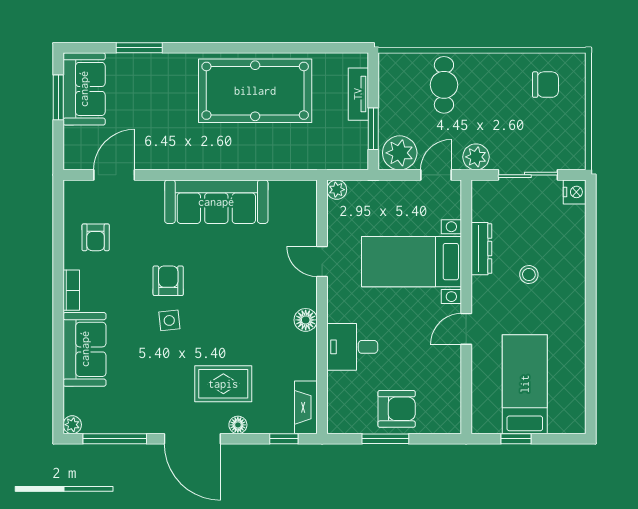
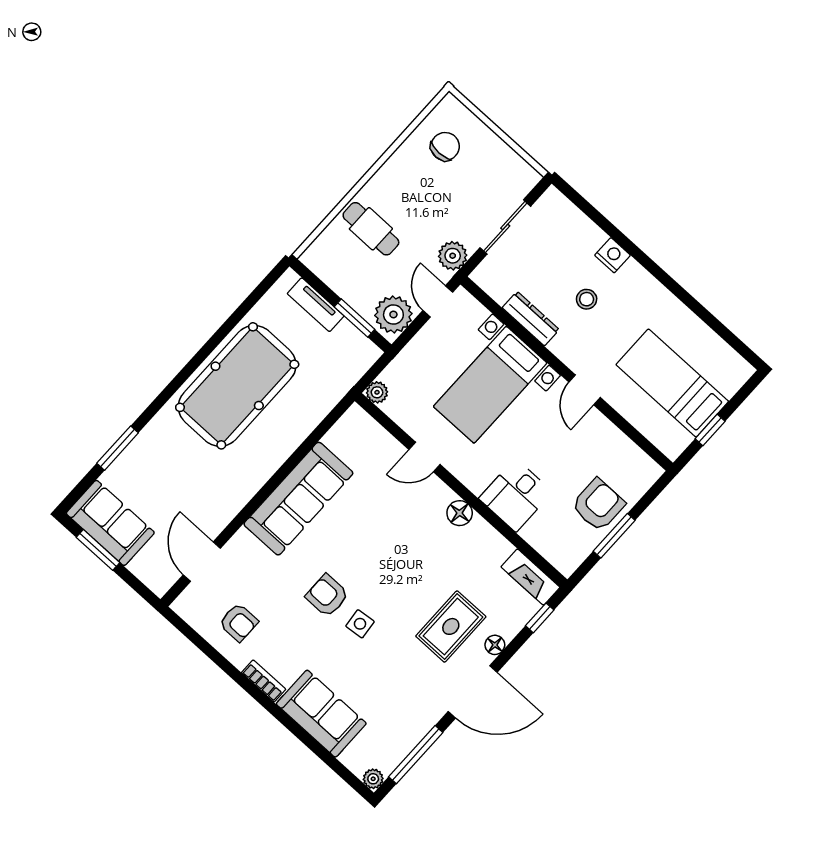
nightstand: (575, 192) -> (613, 255), moved

